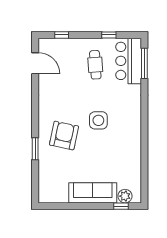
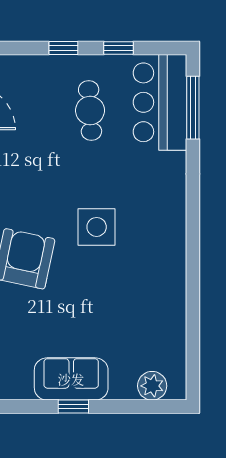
window: (62, 35) -> (63, 48), moved
sofa: (93, 193) -> (71, 379), width x0.73
window: (121, 206) -> (73, 407), moved

